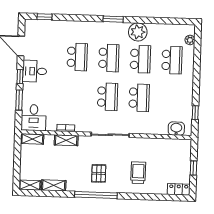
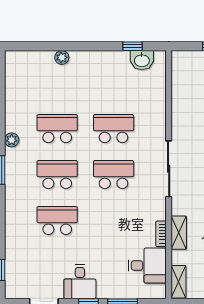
plant: (138, 32) -> (12, 140), width x0.53, depth x0.53
plant: (190, 40) -> (62, 57), moved
school desk: (172, 60) -> (57, 83), removed
desk: (34, 118) -> (147, 266), moved
washbasin: (176, 129) -> (142, 60), moved, turned -90

